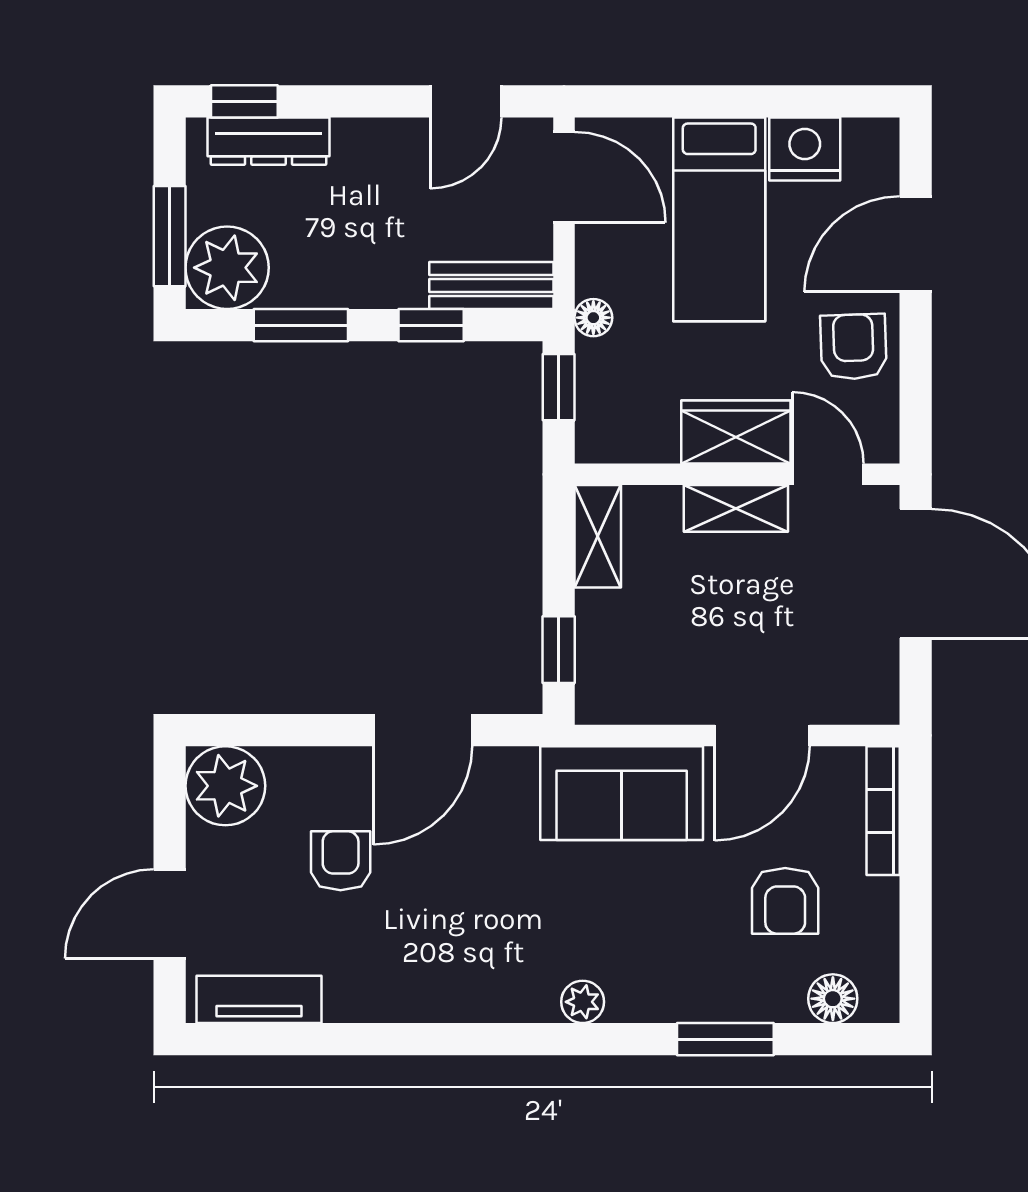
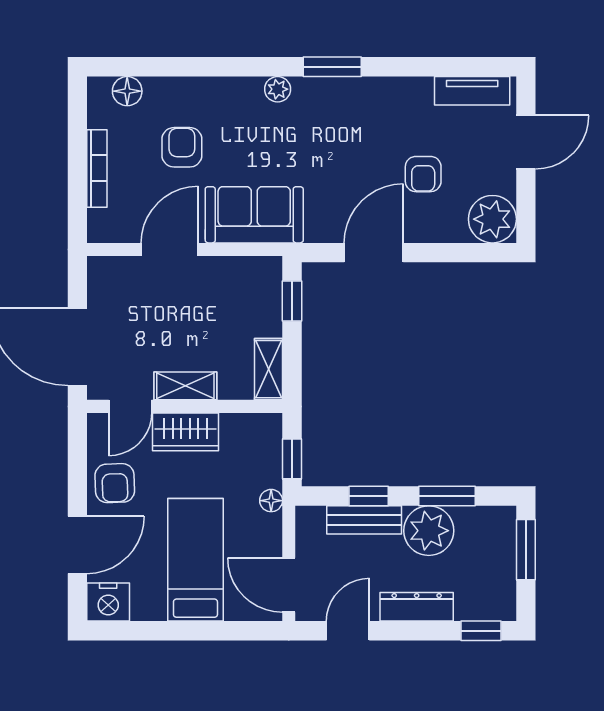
dresser: (269, 141) -> (417, 607), moved
nightstand: (805, 149) -> (108, 602), moved
plant: (227, 268) -> (429, 531), moved
bench: (491, 286) -> (364, 520), moved
door: (828, 474) -> (130, 406), hinge flipped
bookcase: (883, 811) -> (97, 168), moved
armchair: (785, 901) -> (182, 147), moved
window: (725, 1039) -> (332, 67), moved

